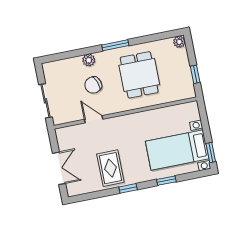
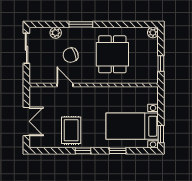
window: (115, 45) -> (81, 24), moved
plant: (89, 60) -> (56, 33), moved
sliding door: (46, 101) -> (26, 48), moved

